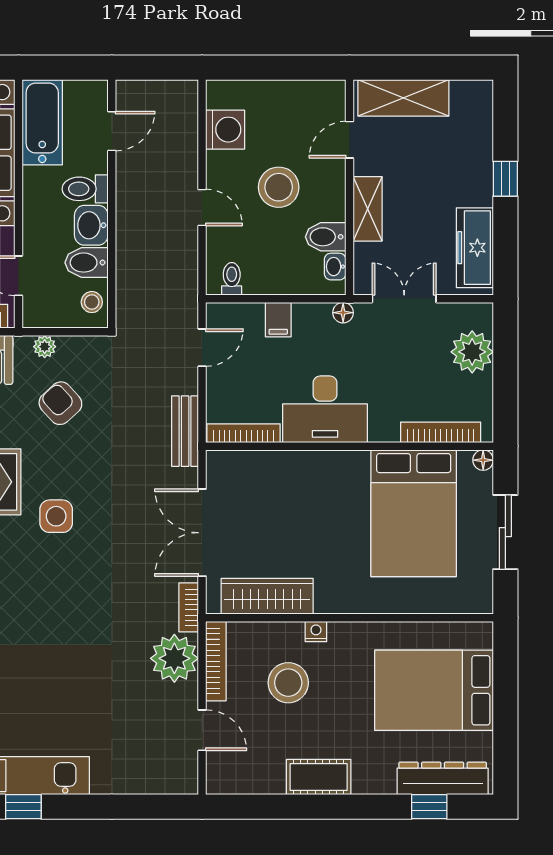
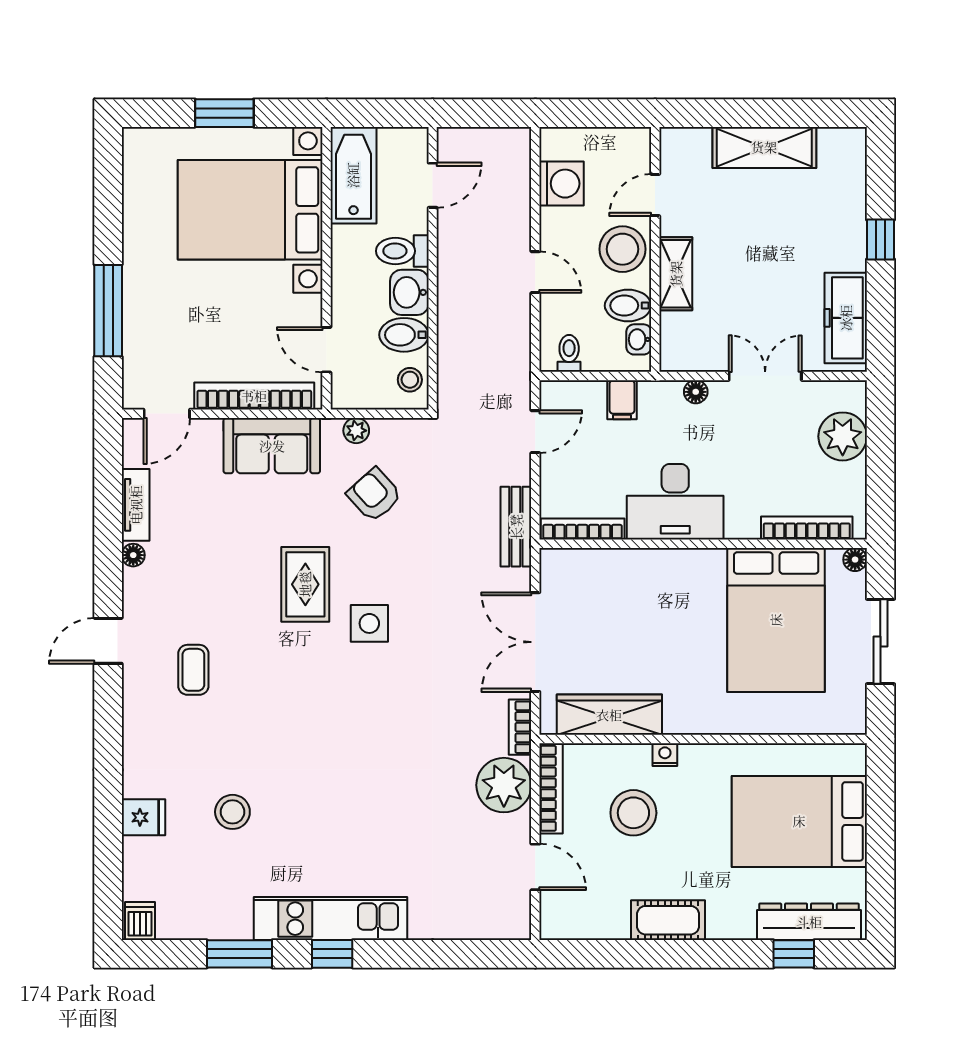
door: (350, 140) -> (655, 195), moved
wall: (350, 187) -> (655, 249), moved
shelving: (368, 209) -> (676, 274), moved
bidet: (326, 237) -> (628, 306), moved
washbasin: (335, 267) -> (639, 339), moved

